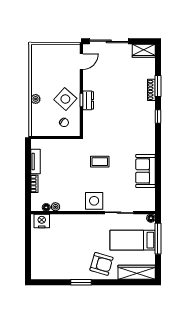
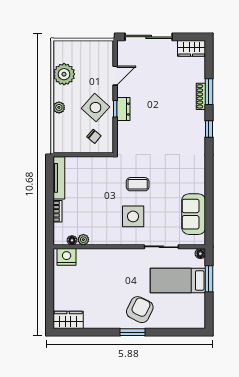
door: (81, 62) -> (115, 76), moved
plant: (40, 72) -> (64, 74), added
tv unit: (35, 162) -> (59, 178), width x1.41
sofa: (145, 171) -> (194, 214), moved
side table: (94, 201) -> (133, 216), moved
window: (158, 239) -> (209, 279), width x0.69
armchair: (101, 264) -> (140, 310), turned -80
wardrobe: (137, 272) -> (68, 320), moved, width x0.67
window: (81, 282) -> (133, 332), moved

